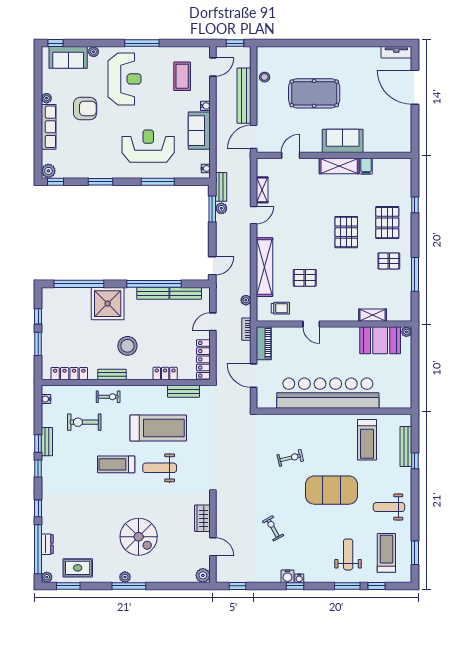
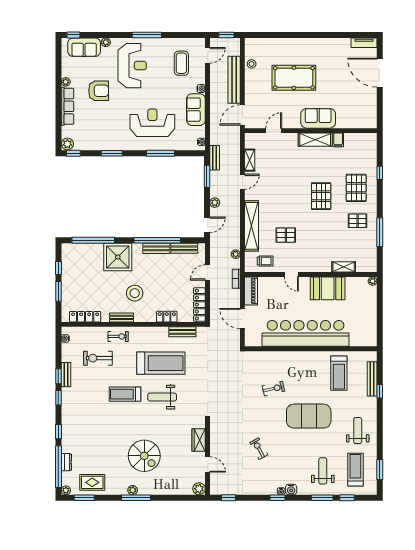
plant: (221, 208) -> (215, 203), moved
booth: (380, 340) -> (328, 288), moved
weight bench: (389, 507) -> (358, 431), turned 90
water cooler: (287, 576) -> (291, 489), moved

